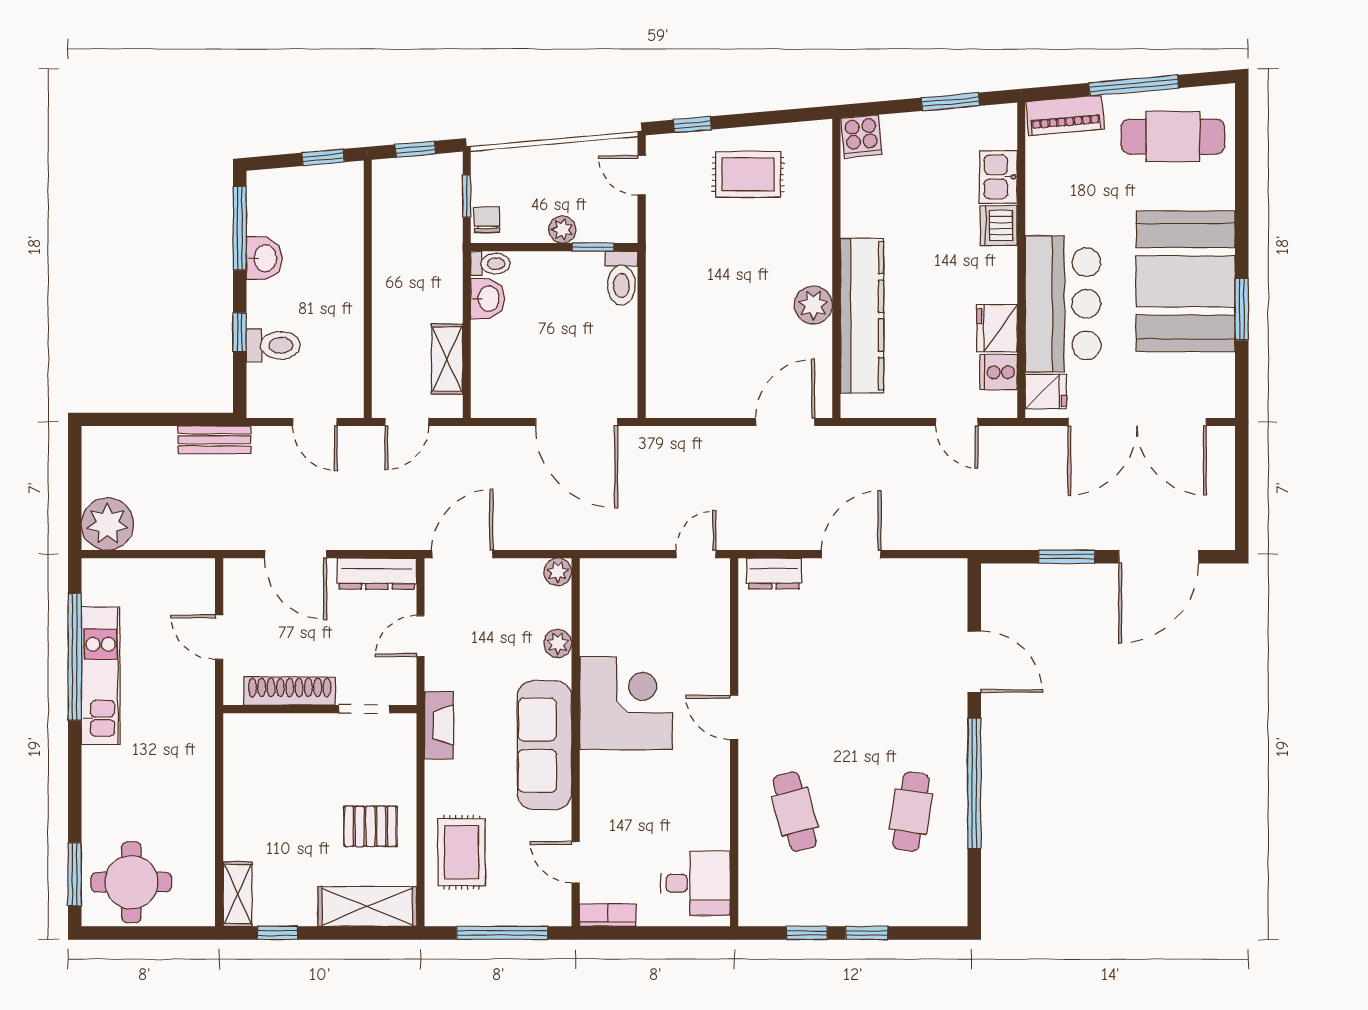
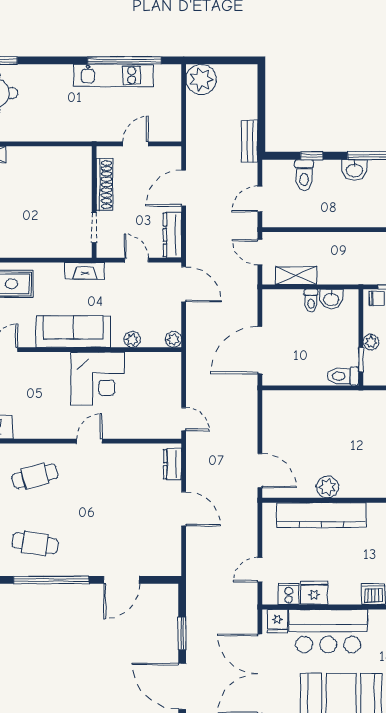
toilet: (490, 264) -> (311, 301), moved
pallet: (370, 826) -> (26, 231), removed

